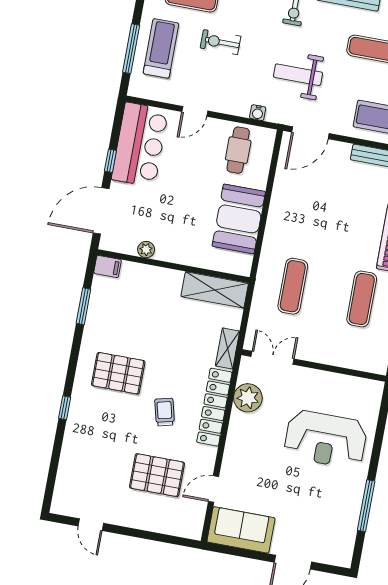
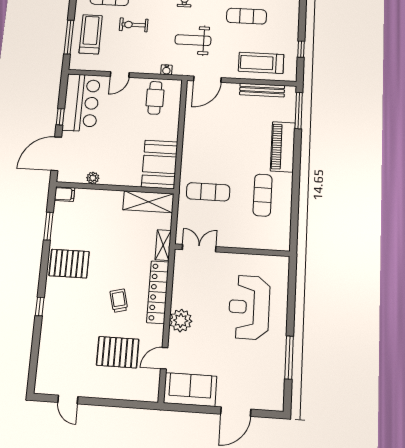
booth: (239, 219) -> (160, 164), moved
exercise mat: (293, 286) -> (208, 192), turned 90
pallet: (118, 373) -> (69, 264), moved
plant: (248, 398) -> (181, 320), moved
reception desk: (326, 439) -> (249, 307), turned 90

